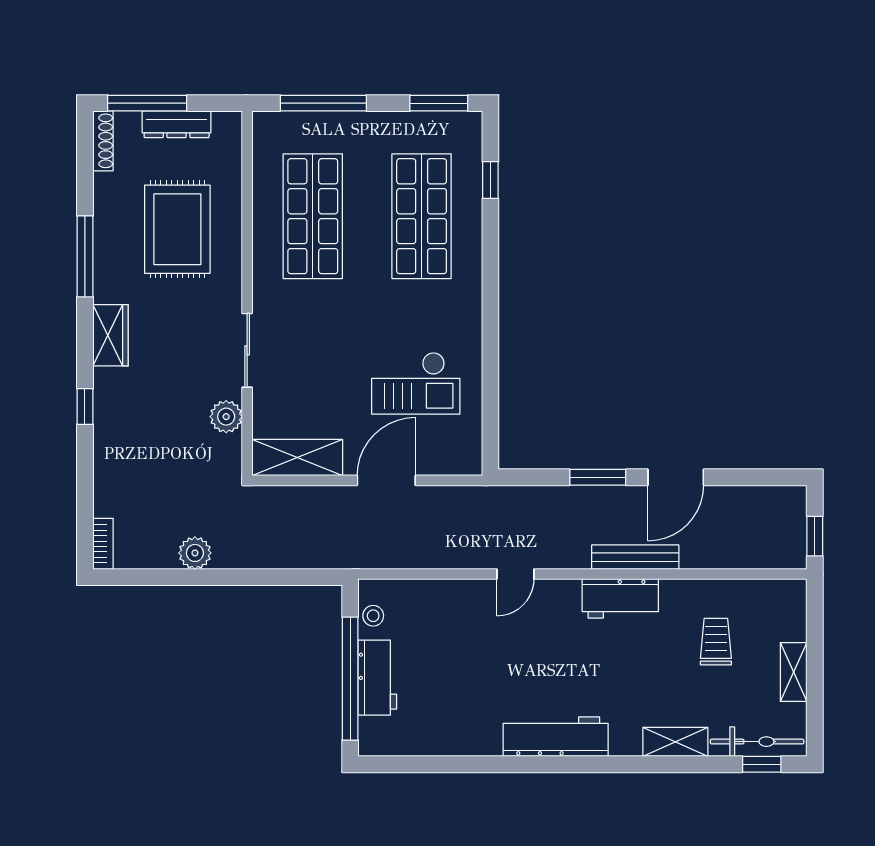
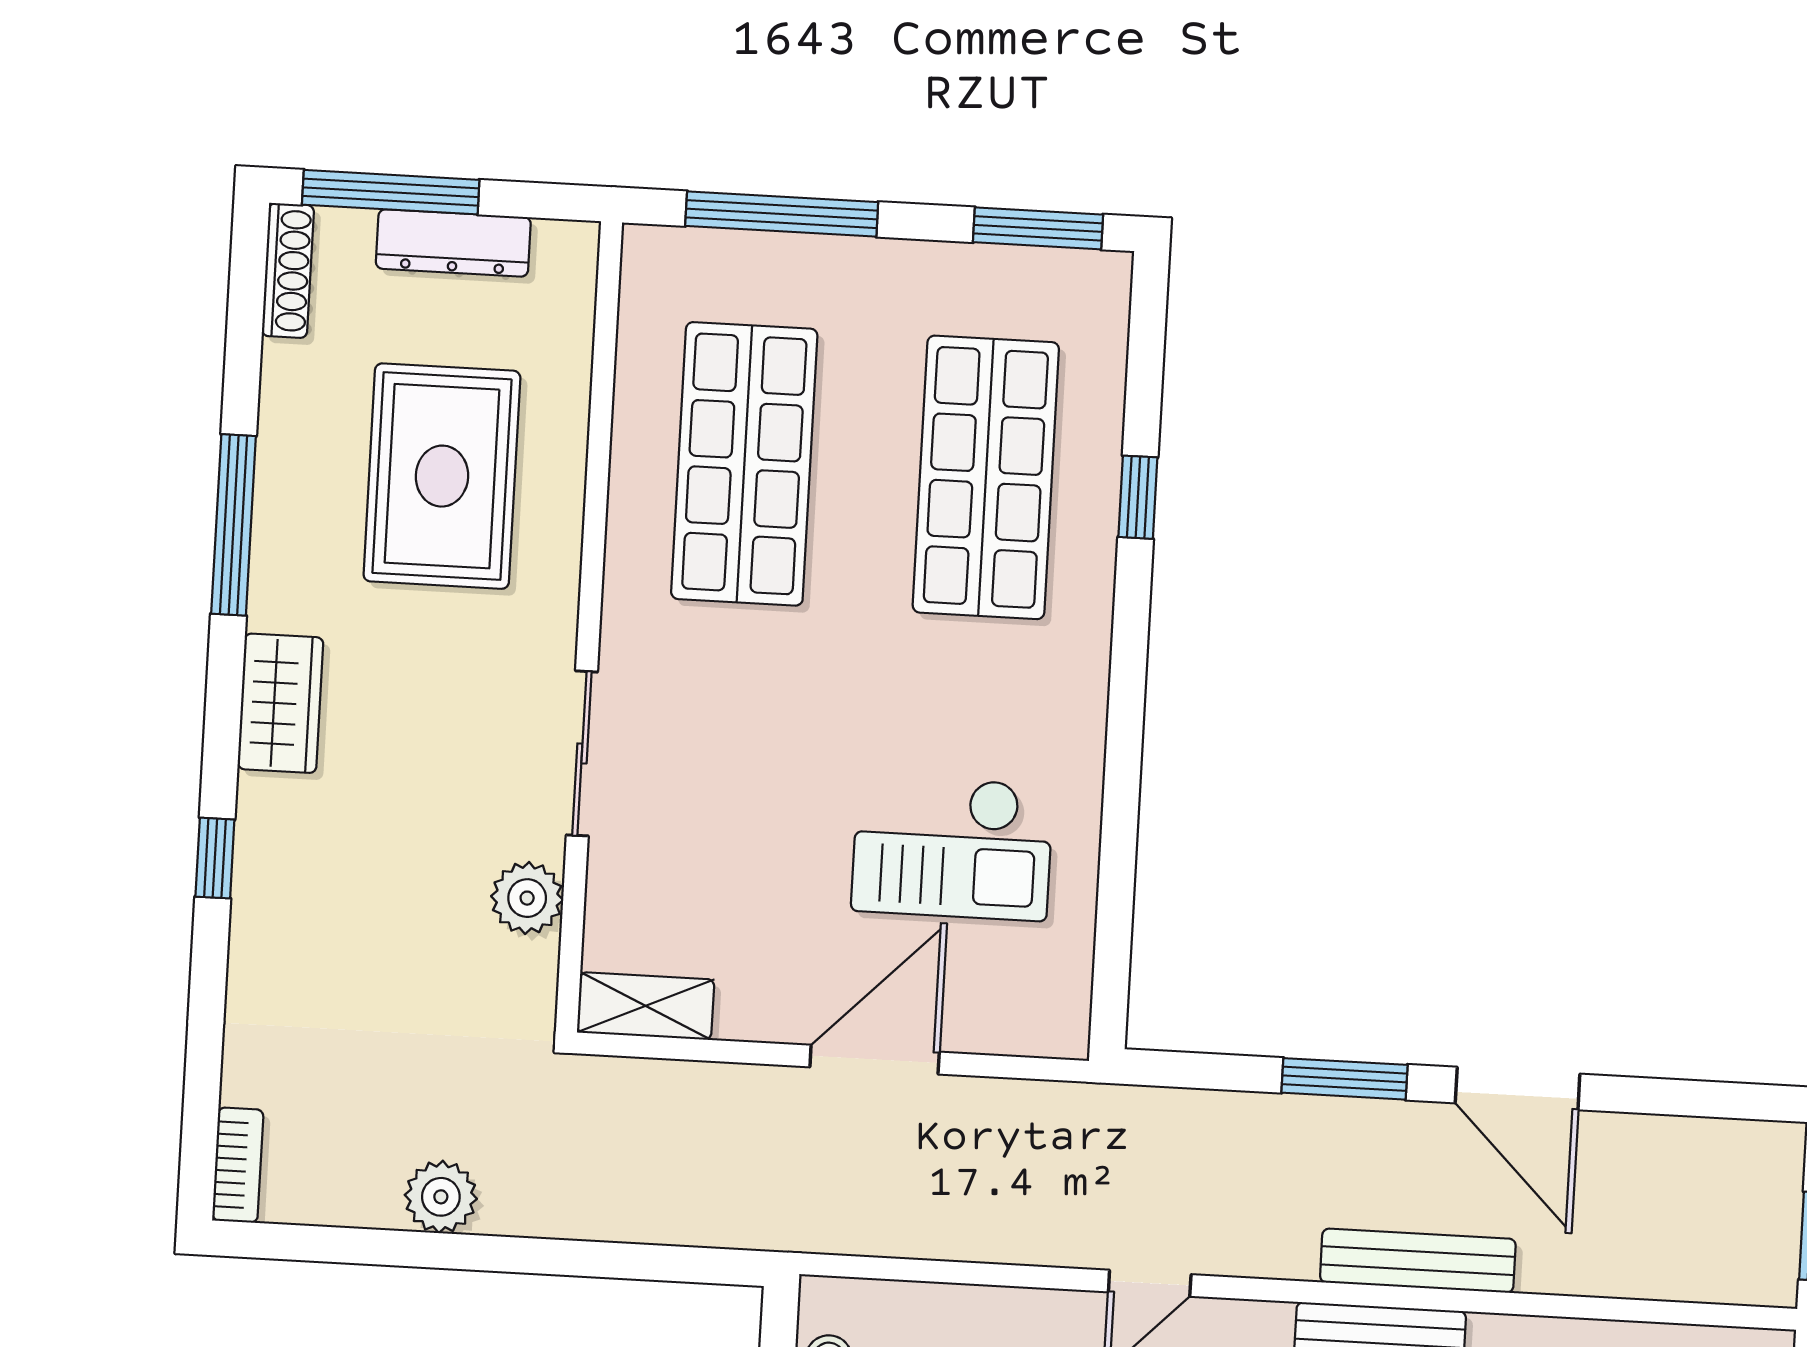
window: (490, 180) -> (1138, 497), moved
shelving: (297, 458) -> (646, 1006), width x0.67, depth x0.75
door: (676, 477) -> (1518, 1089), hinge flipped

